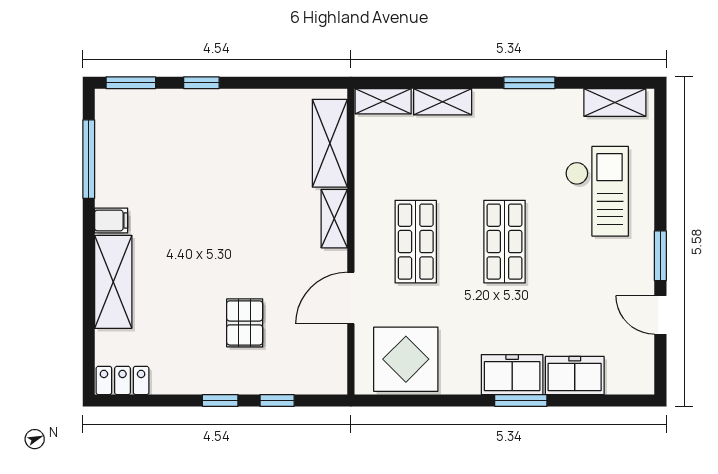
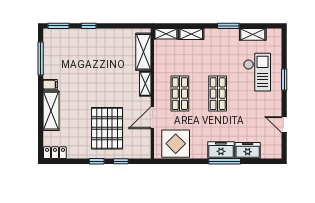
shelving: (615, 103) -> (253, 34), moved
window: (660, 256) -> (284, 79), moved
pallet: (245, 323) -> (107, 128), width x2.05, depth x2.00
window: (521, 400) -> (225, 161), width x1.44

